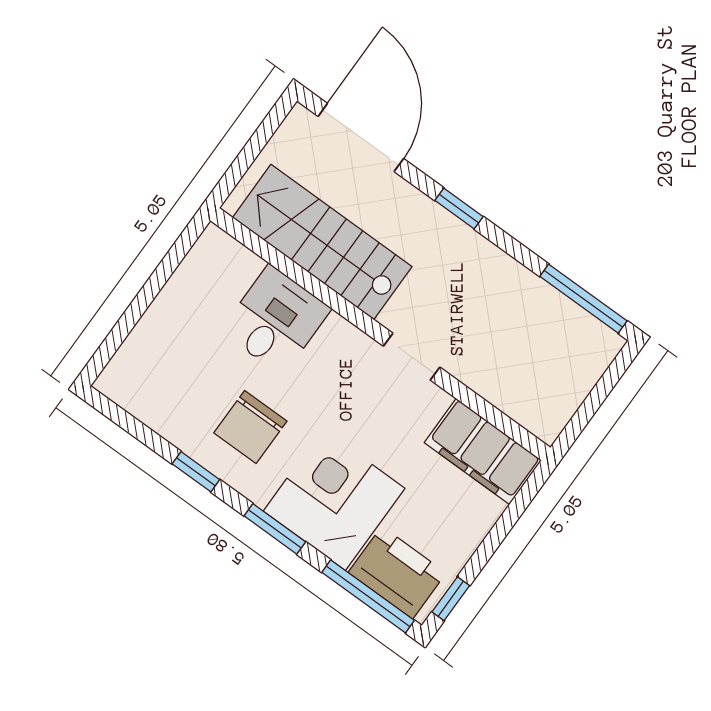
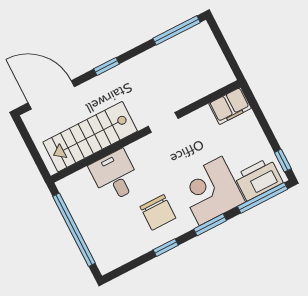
window: (146, 296) -> (74, 230), added
filing cabinet: (483, 451) -> (230, 106), width x0.67, depth x0.86

